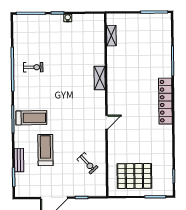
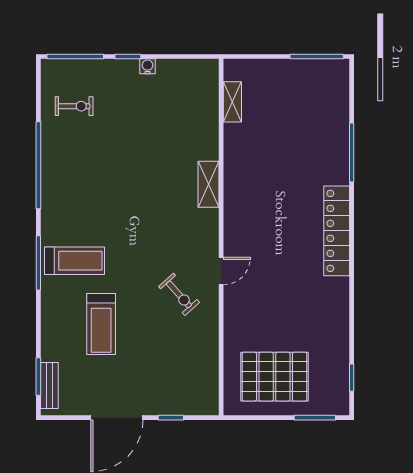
exercise bike: (33, 67) -> (74, 106), moved
treadmill: (45, 150) -> (101, 324), turned 180
bench: (19, 160) -> (49, 385), moved
exercise bike: (88, 163) -> (179, 294), moved

